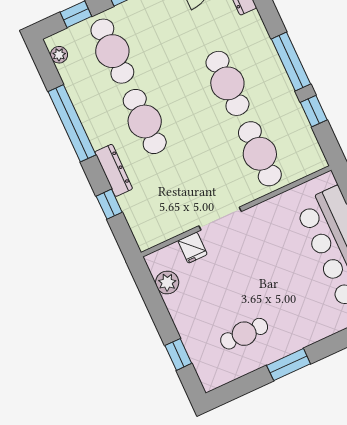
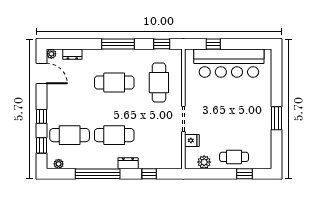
window: (314, 111) -> (162, 44), moved
cafe table: (260, 154) -> (159, 83), turned 90
dresser: (114, 170) -> (128, 163), width x0.70
cafe table: (244, 334) -> (234, 157), moved, turned 90

